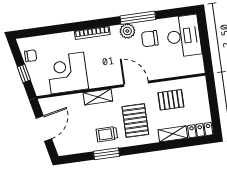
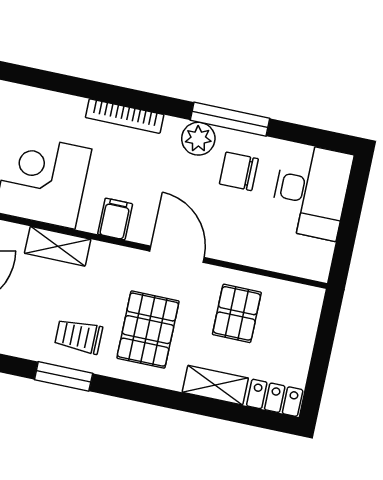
filing cabinet: (104, 78) -> (115, 219), added
shelving: (98, 97) -> (58, 246), moved
pallet: (171, 100) -> (237, 313), turned 90

